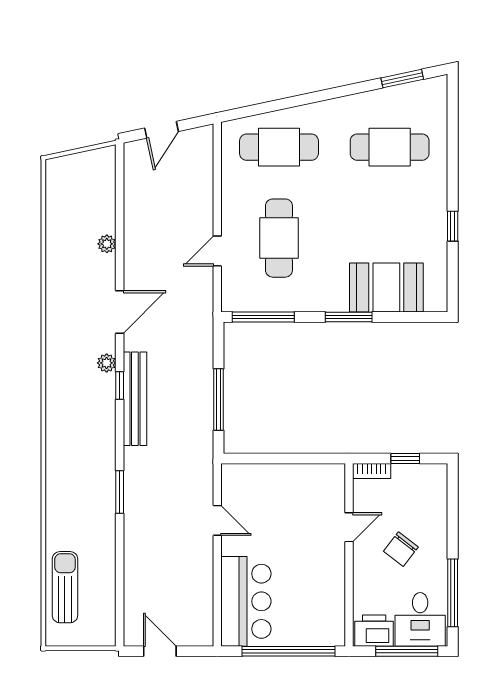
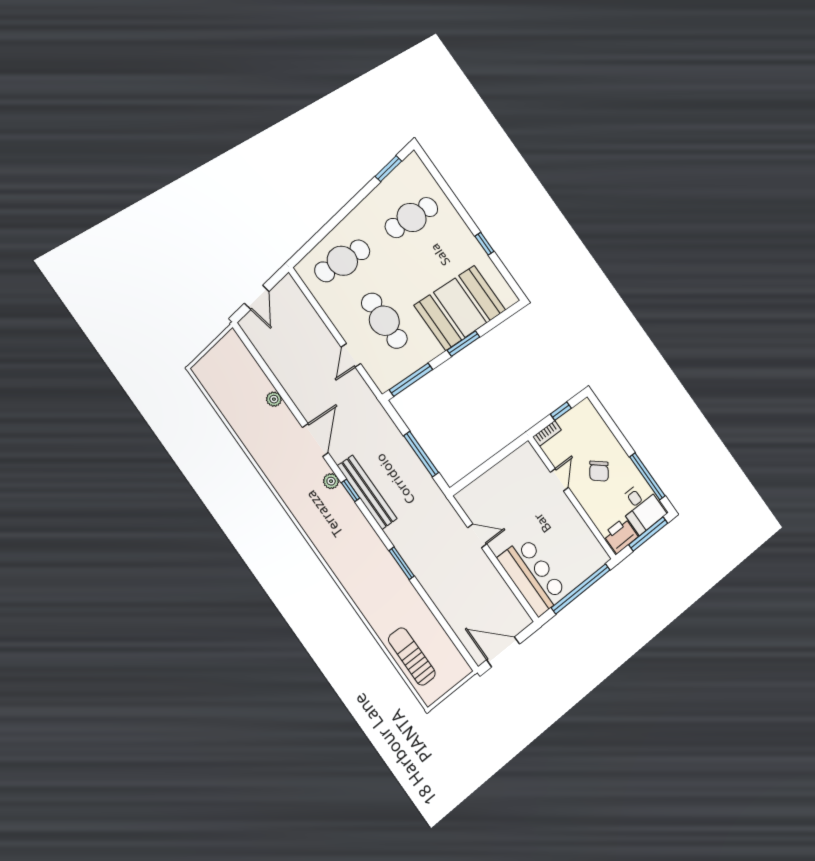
booth: (386, 287) -> (460, 308), width x1.36, depth x1.42
door: (160, 651) -> (503, 652), width x1.38

